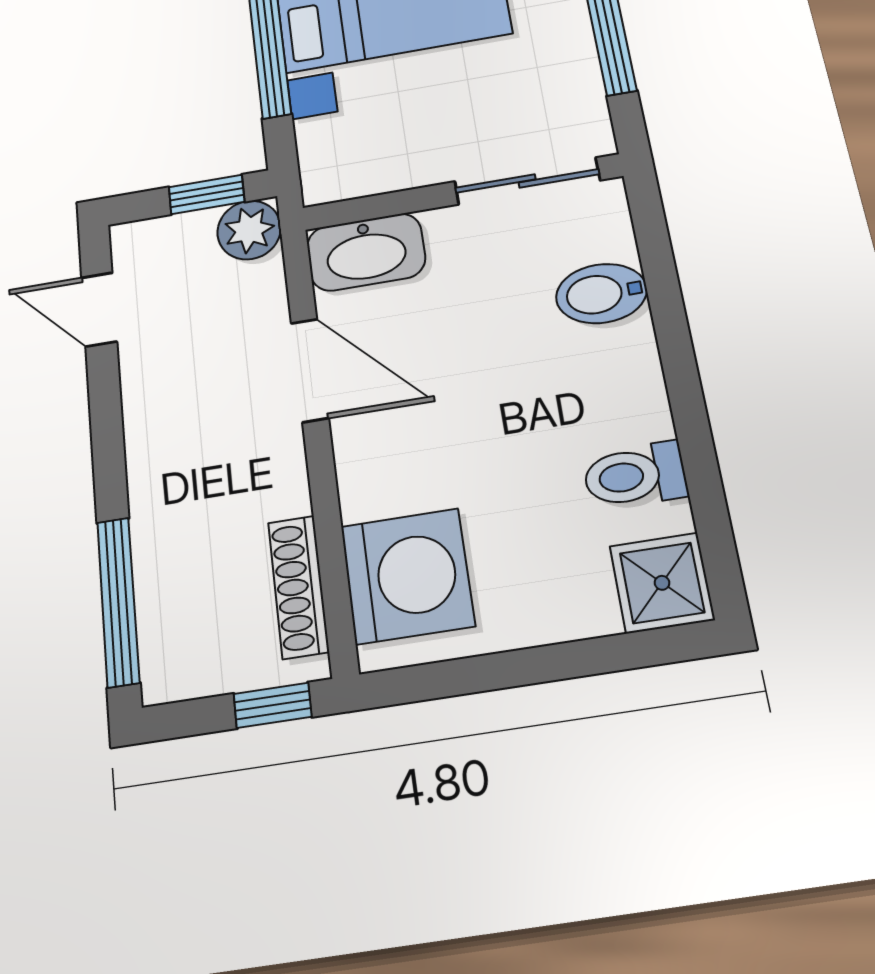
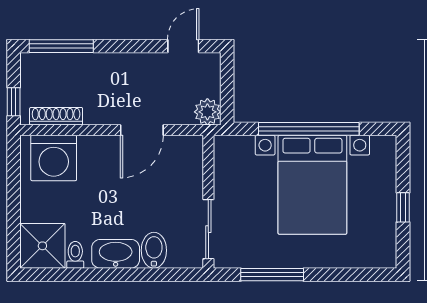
window: (207, 194) -> (227, 95), removed
washbasin: (366, 252) -> (116, 254), moved, turned 90
toilet: (635, 475) -> (75, 255), width x0.73, depth x0.72
shower: (662, 583) -> (42, 246), width x1.36, depth x1.36

